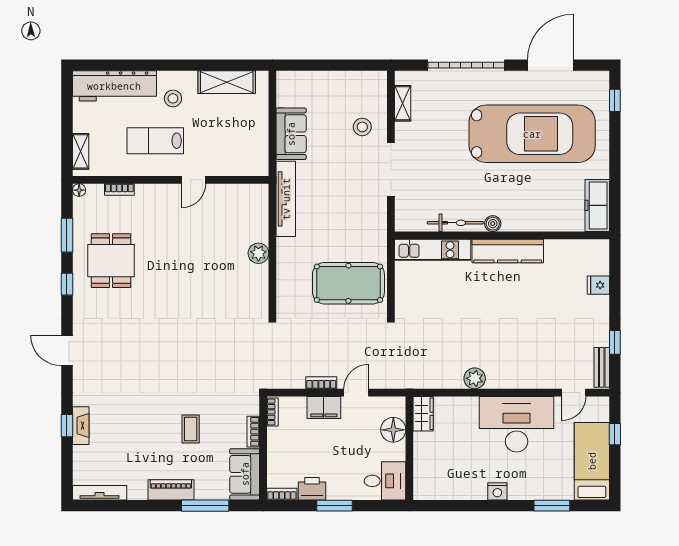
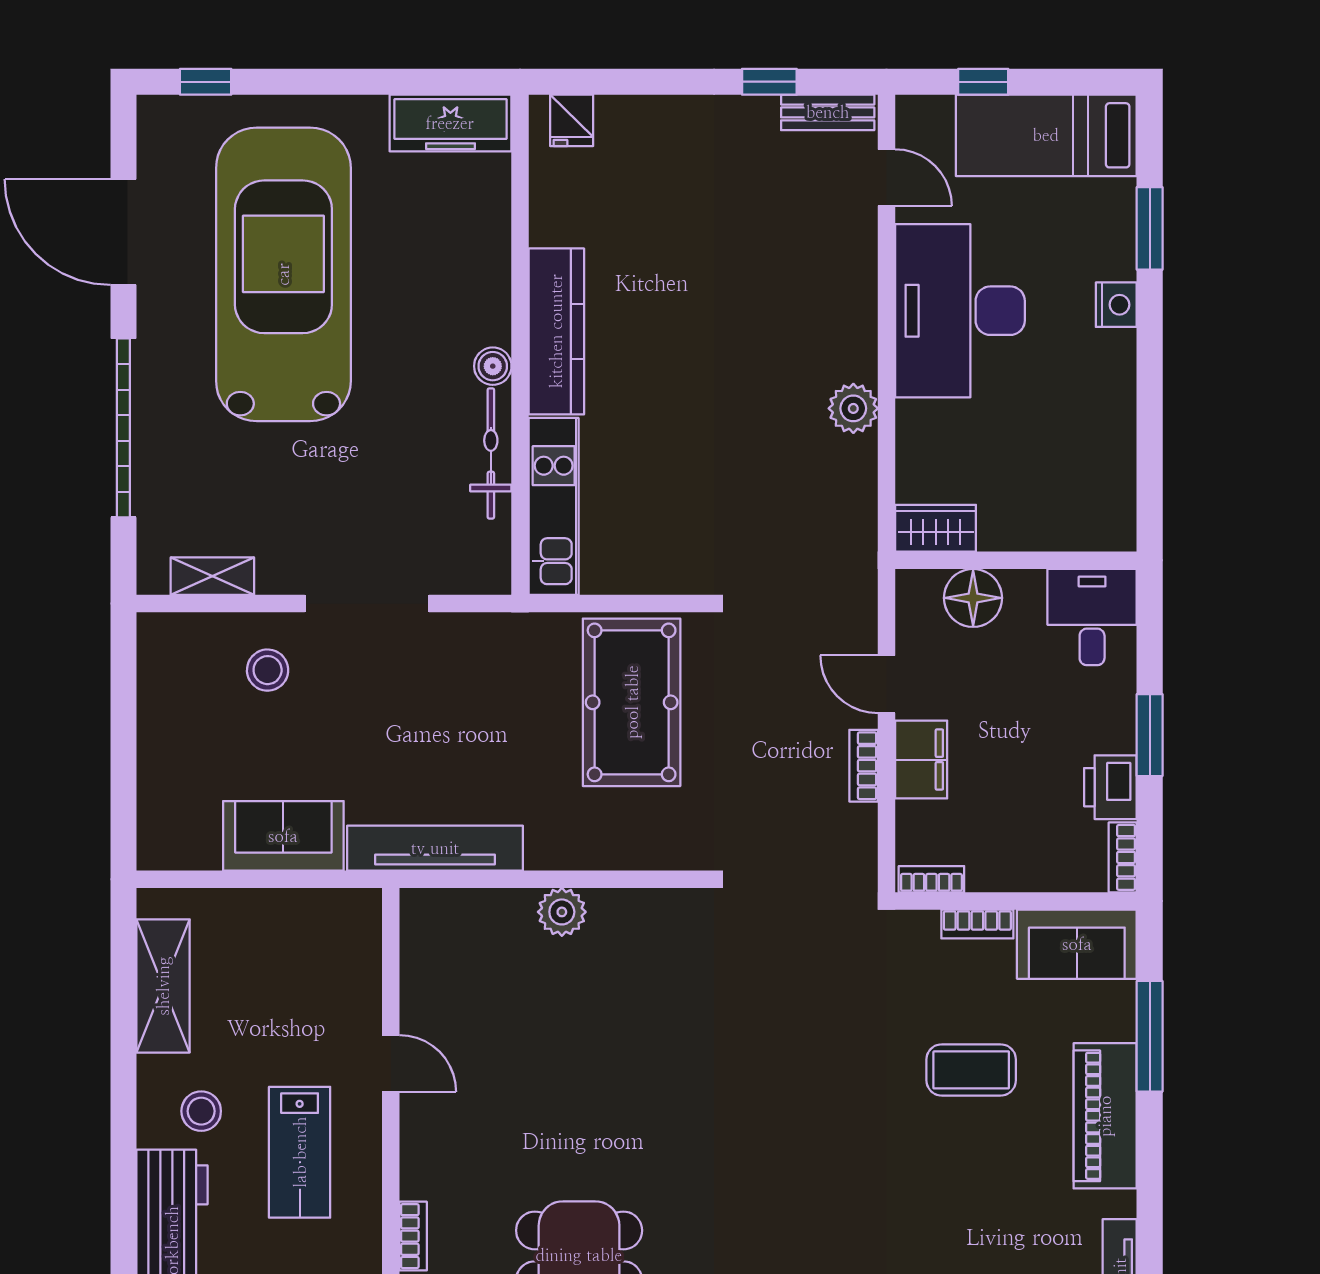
fridge: (598, 285) -> (572, 120), moved
coffee table: (191, 429) -> (971, 1070), width x1.36, depth x1.30
piano: (171, 490) -> (1105, 1116), width x1.37, depth x1.33
nightstand: (497, 491) -> (1116, 305), moved

